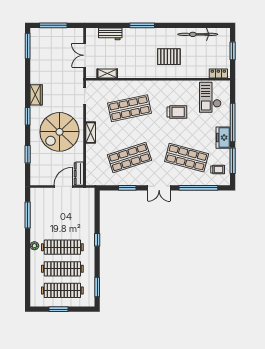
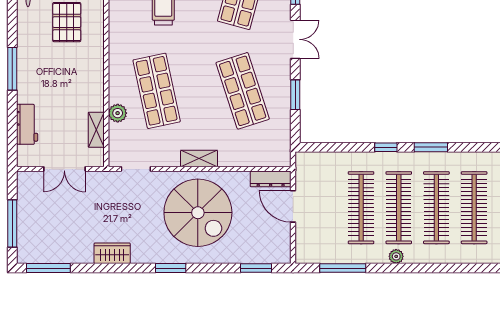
plant: (117, 86) -> (118, 113), added
wardrobe: (36, 95) -> (112, 253), moved
window: (28, 154) -> (256, 268), moved
clothes rail: (62, 226) -> (361, 208), added
window: (97, 287) -> (431, 147), moved

